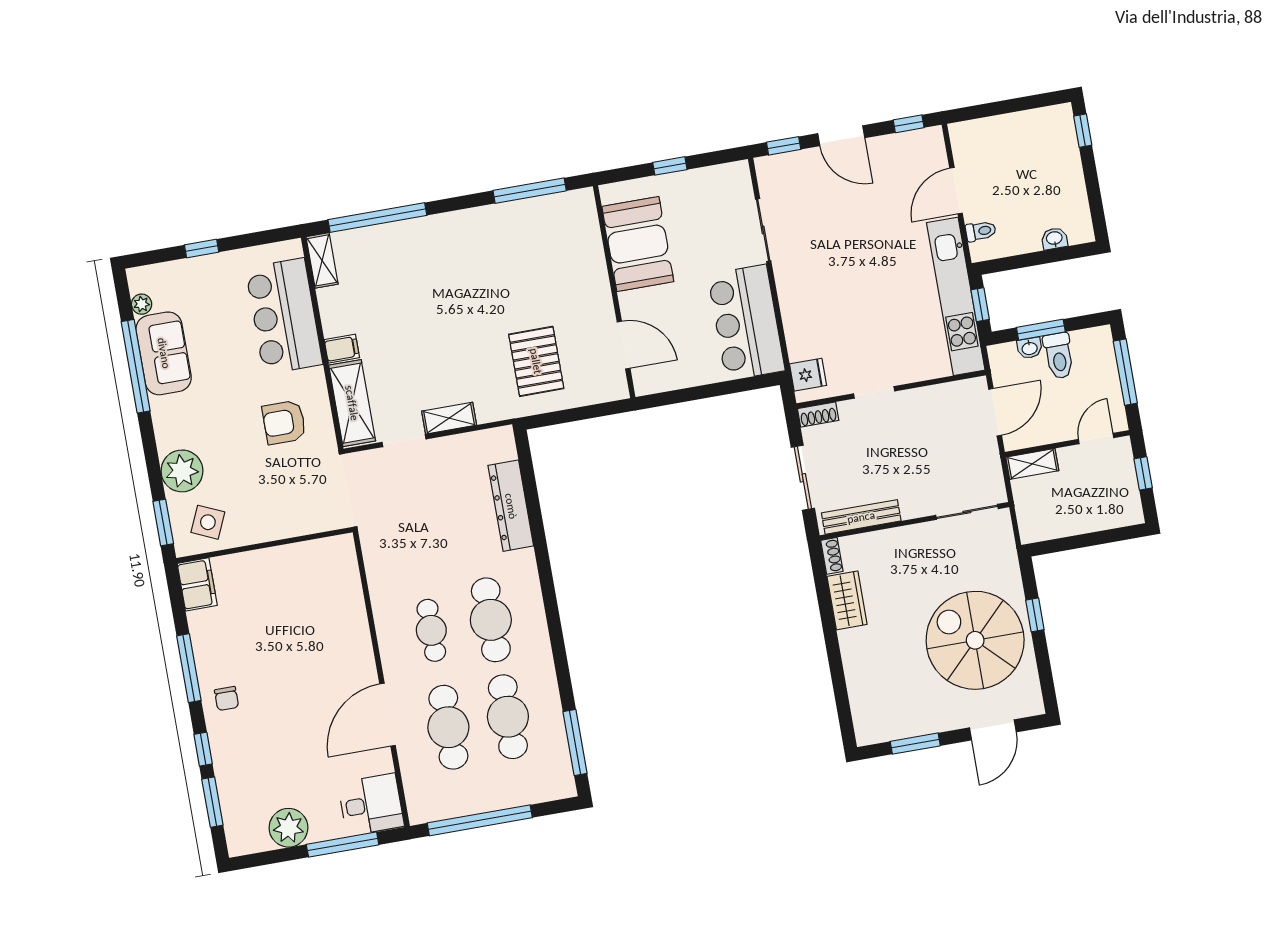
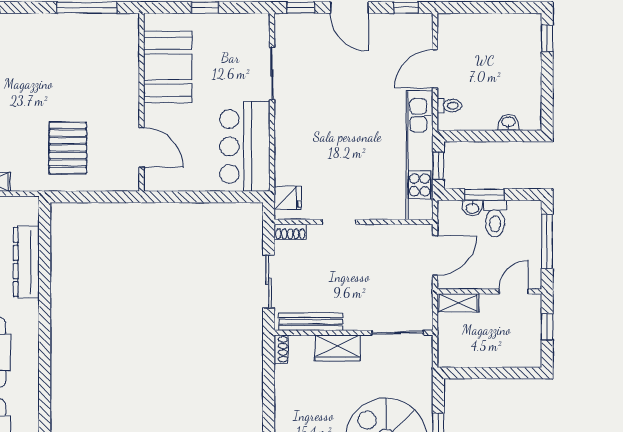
wardrobe: (847, 600) -> (338, 348), moved, turned 90

